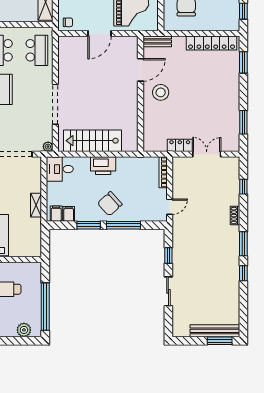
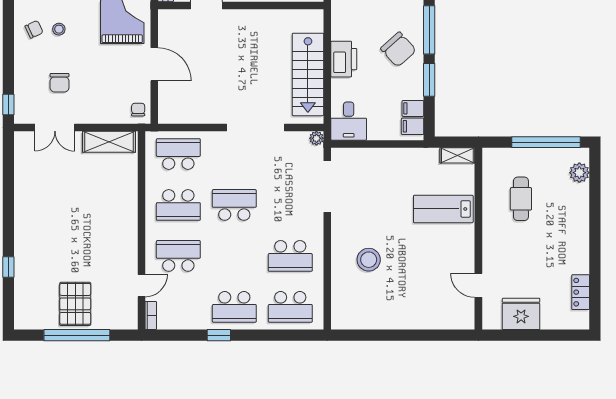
shelving: (36, 205) -> (457, 155), moved

